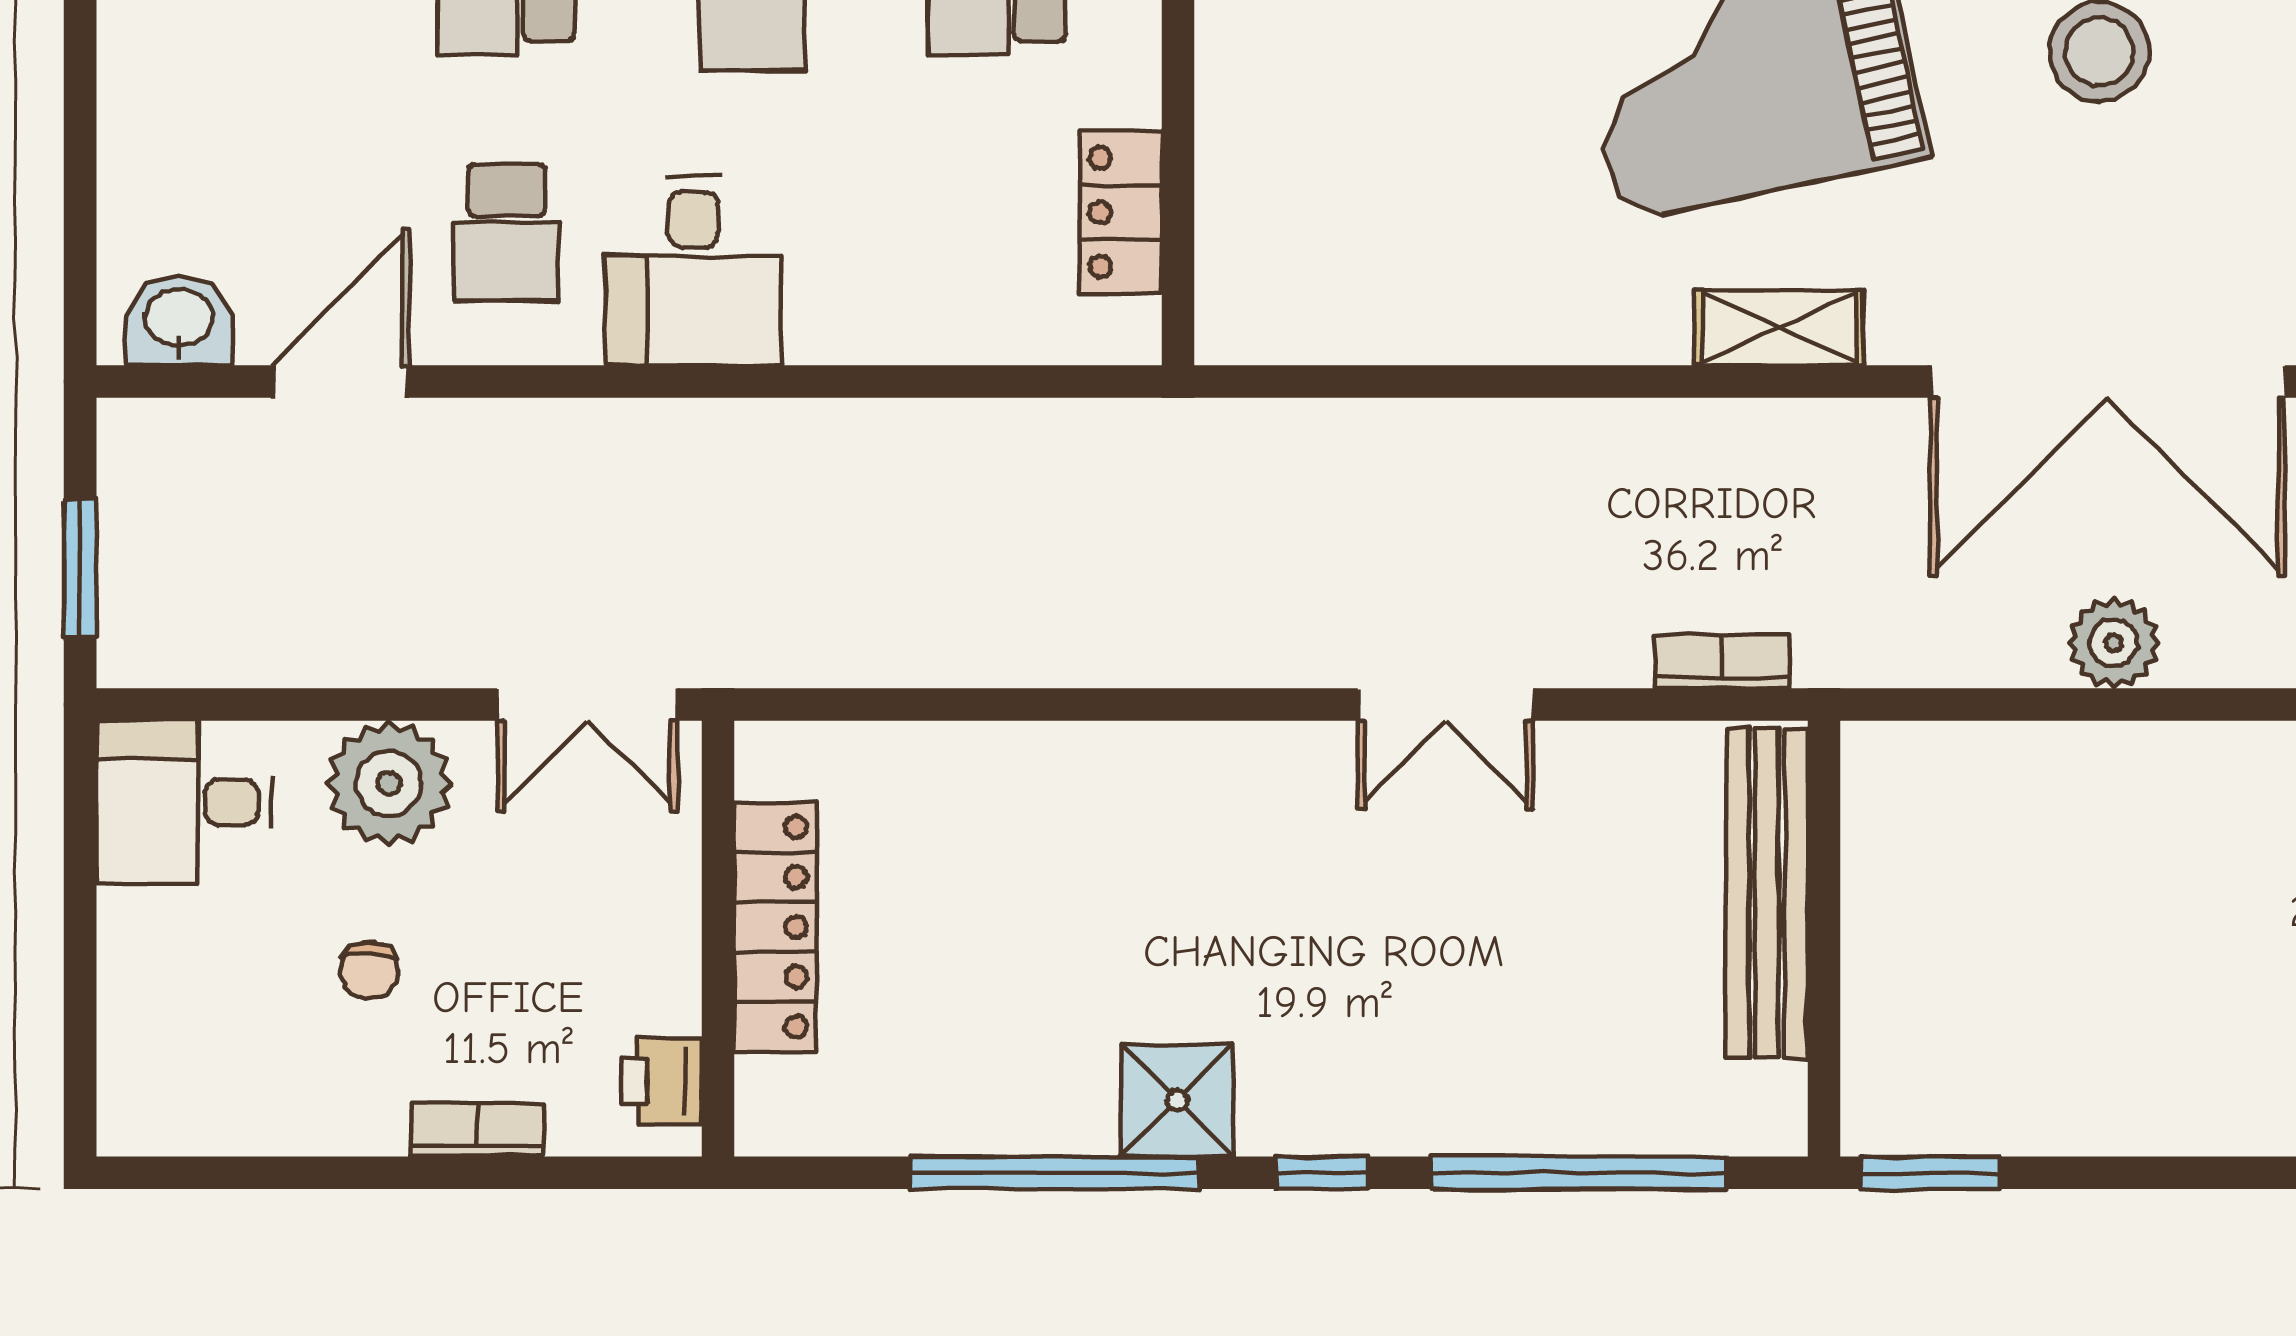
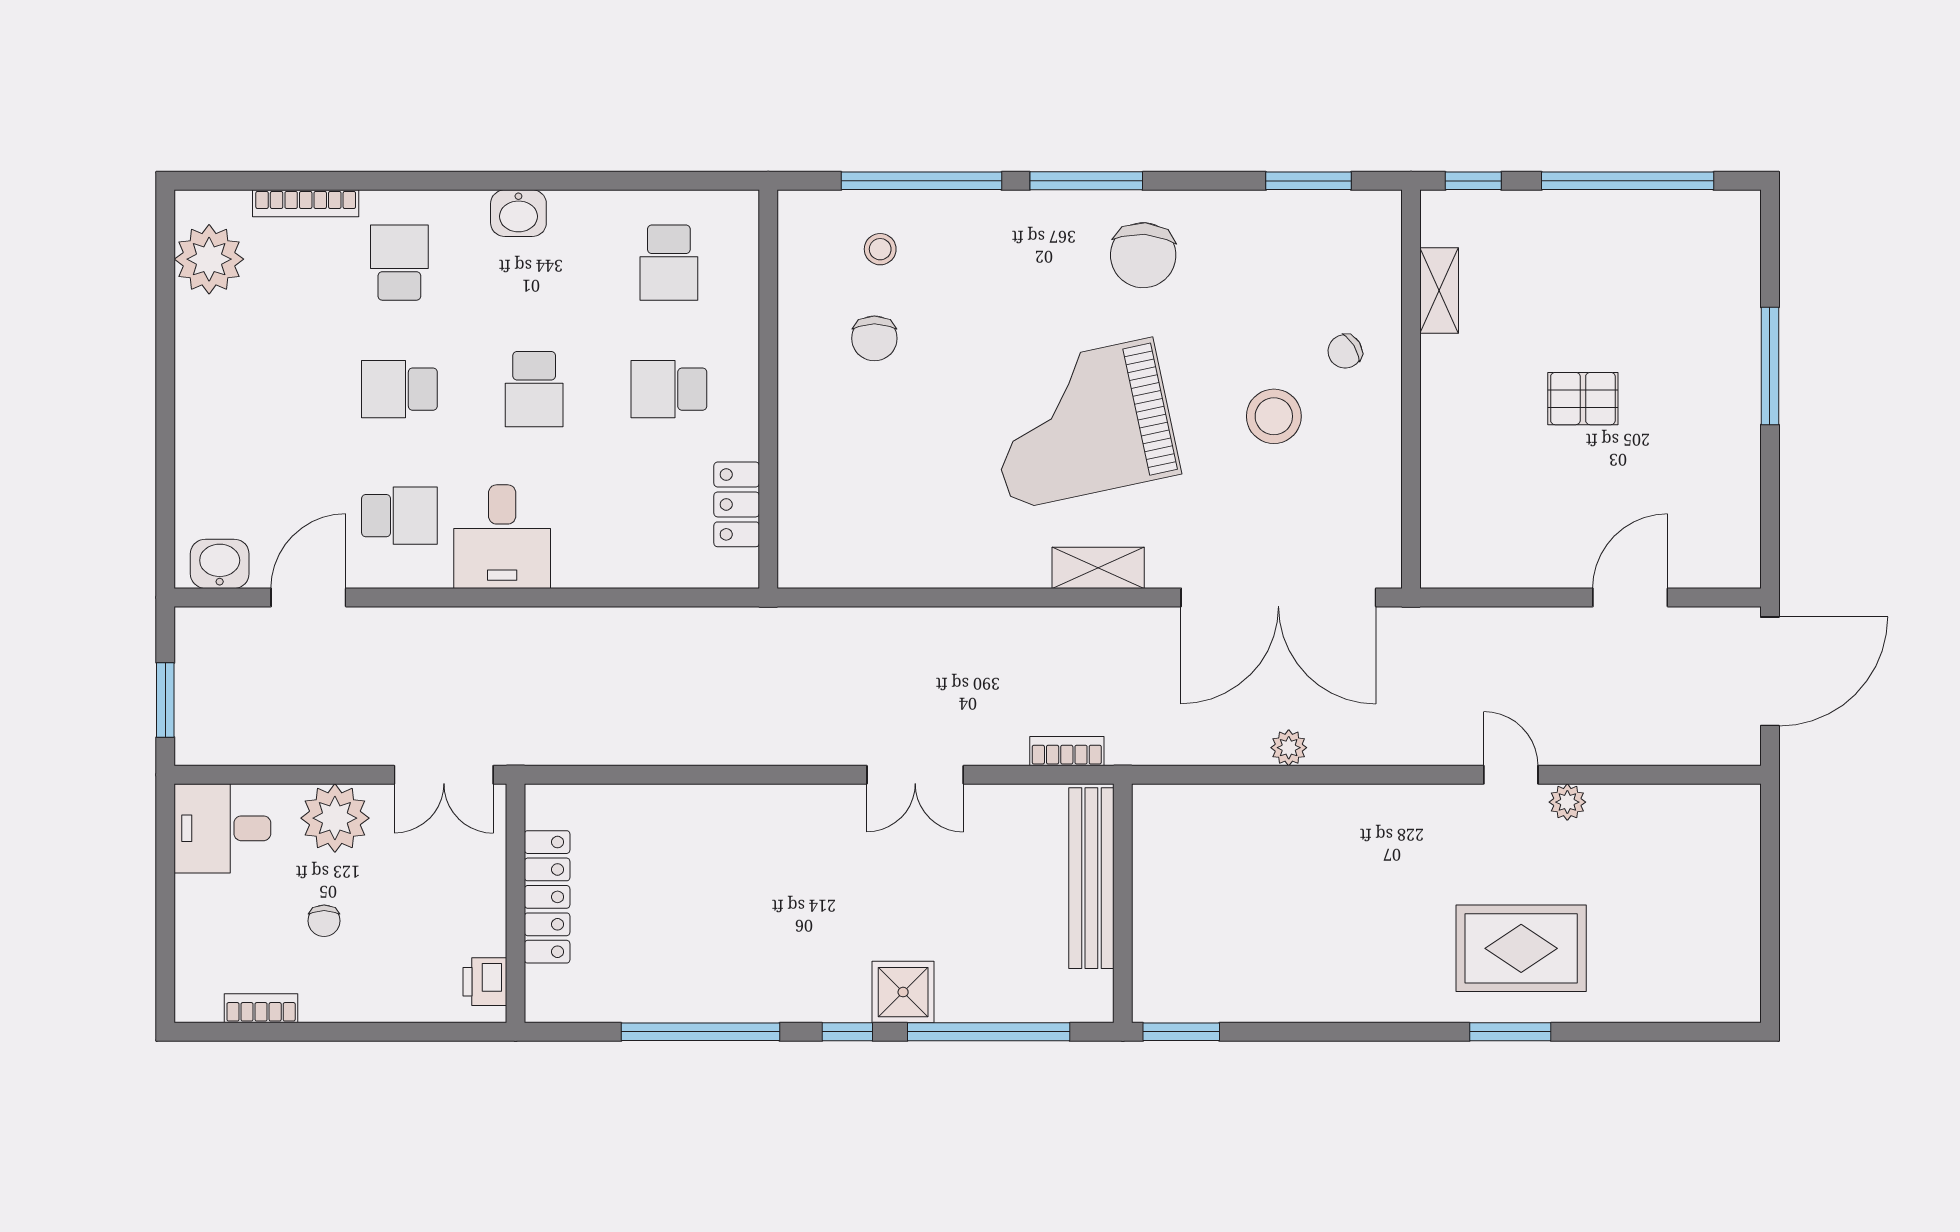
school desk: (506, 233) -> (399, 516), turned -90
plant: (2114, 643) -> (1289, 748), width x0.73, depth x0.73
shower: (1177, 1100) -> (903, 992), moved
bookcase: (477, 1130) -> (261, 1008), moved

